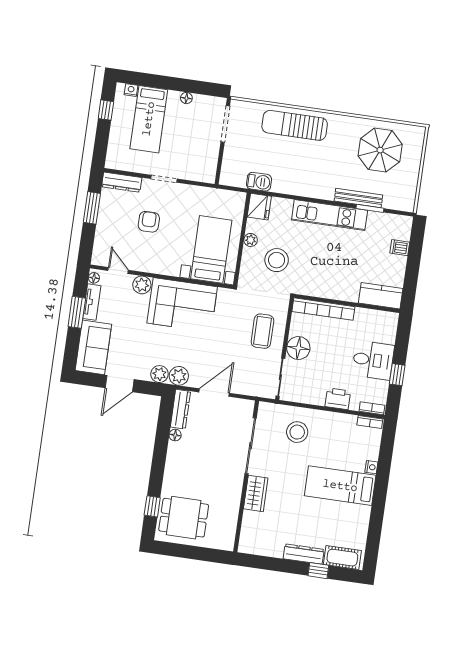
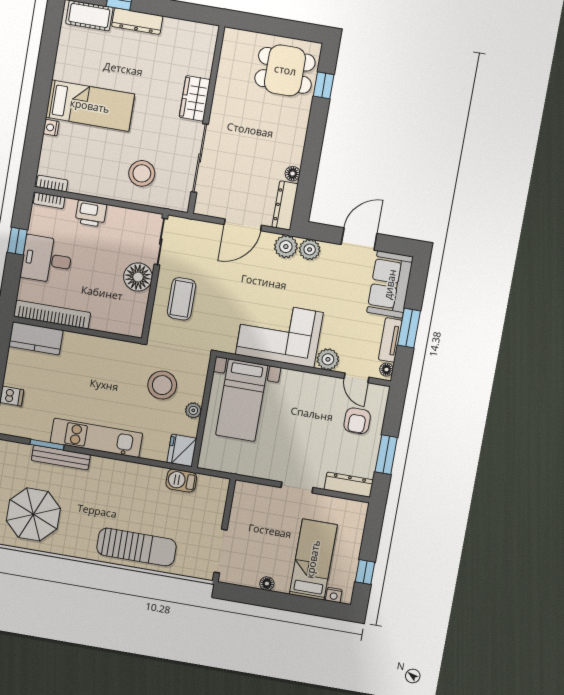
armchair: (149, 222) -> (357, 421), moved
bookcase: (323, 309) -> (52, 315), moved

